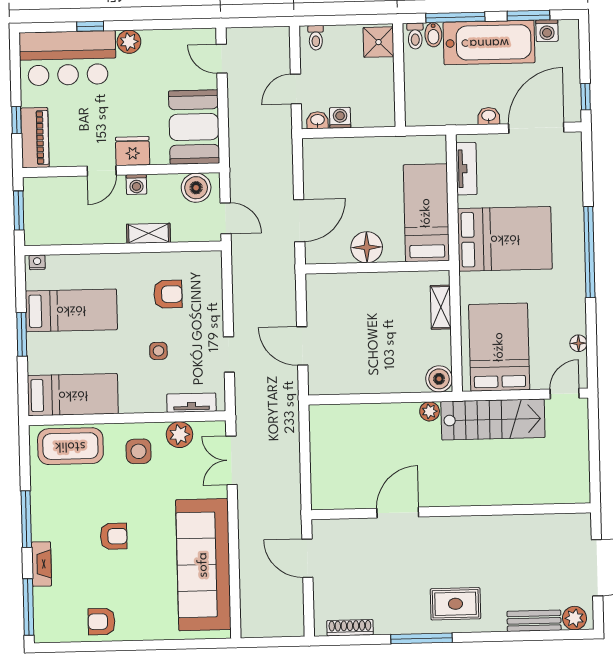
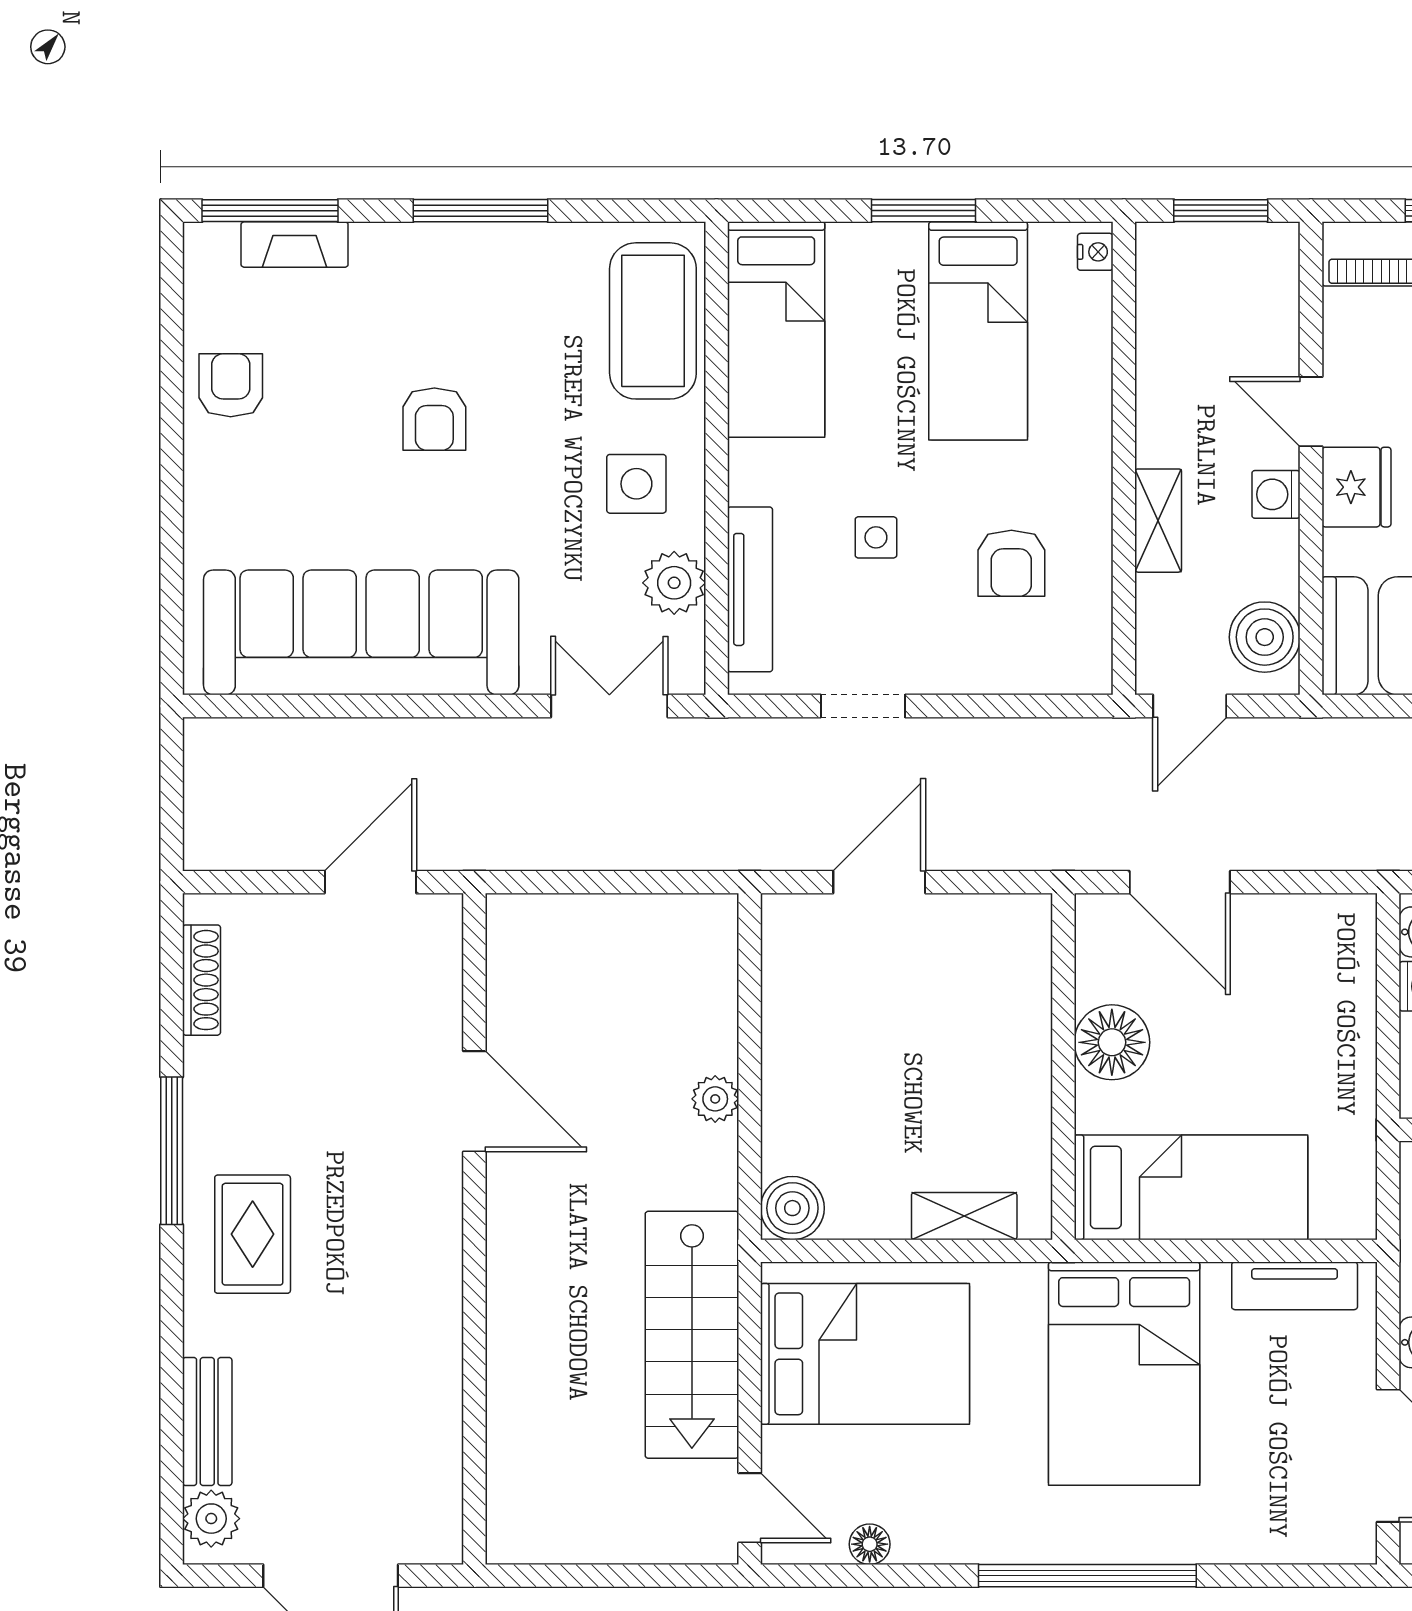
tv unit: (191, 403) -> (750, 589), width x1.41
plant: (430, 411) -> (715, 1099), moved
fireplace: (41, 564) -> (295, 245), moved

